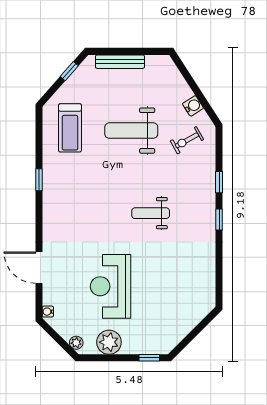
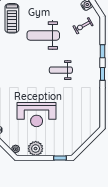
weight bench: (131, 131) -> (43, 35), moved
reception desk: (111, 286) -> (37, 115), turned -90

